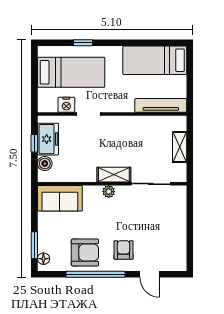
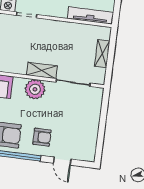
plant: (109, 192) -> (35, 89), width x1.88, depth x1.88
armchair: (124, 250) -> (42, 137), turned 90

